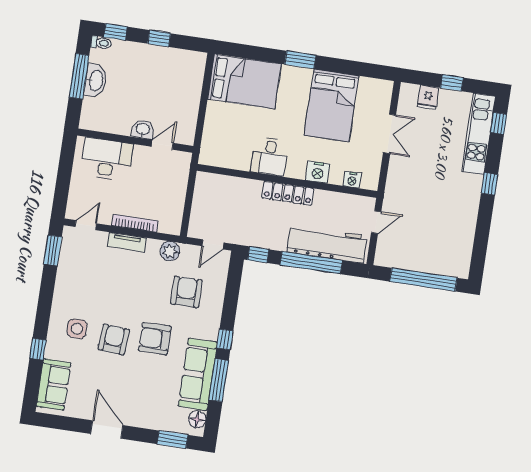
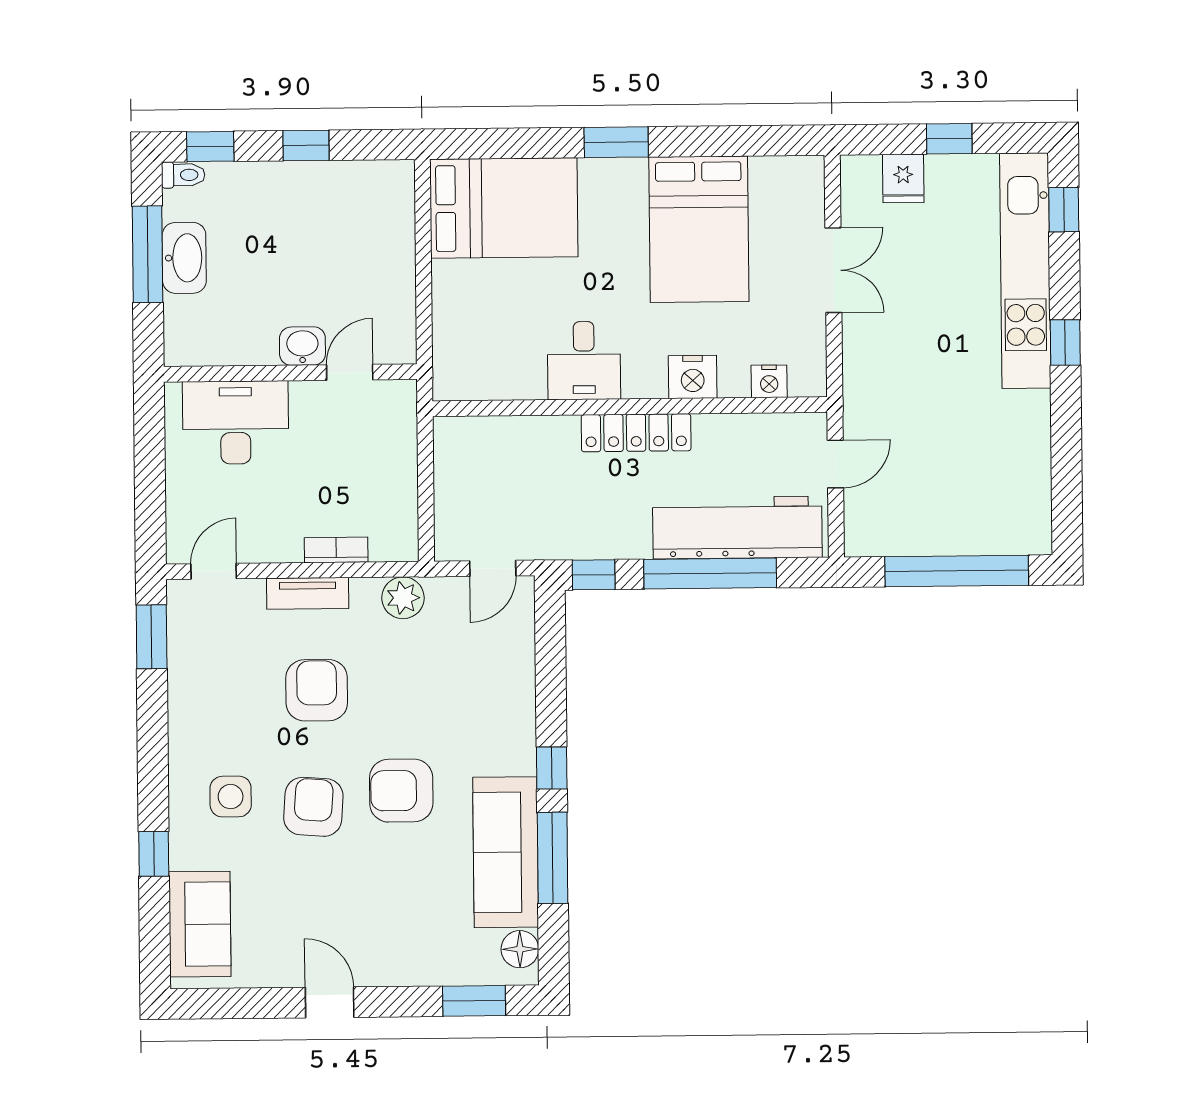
kitchen unit: (479, 134) -> (1025, 271), width x1.36
bookcase: (135, 223) -> (336, 550), width x0.64
armchair: (186, 292) -> (317, 690), moved
door: (107, 430) -> (330, 1002), width x0.73

